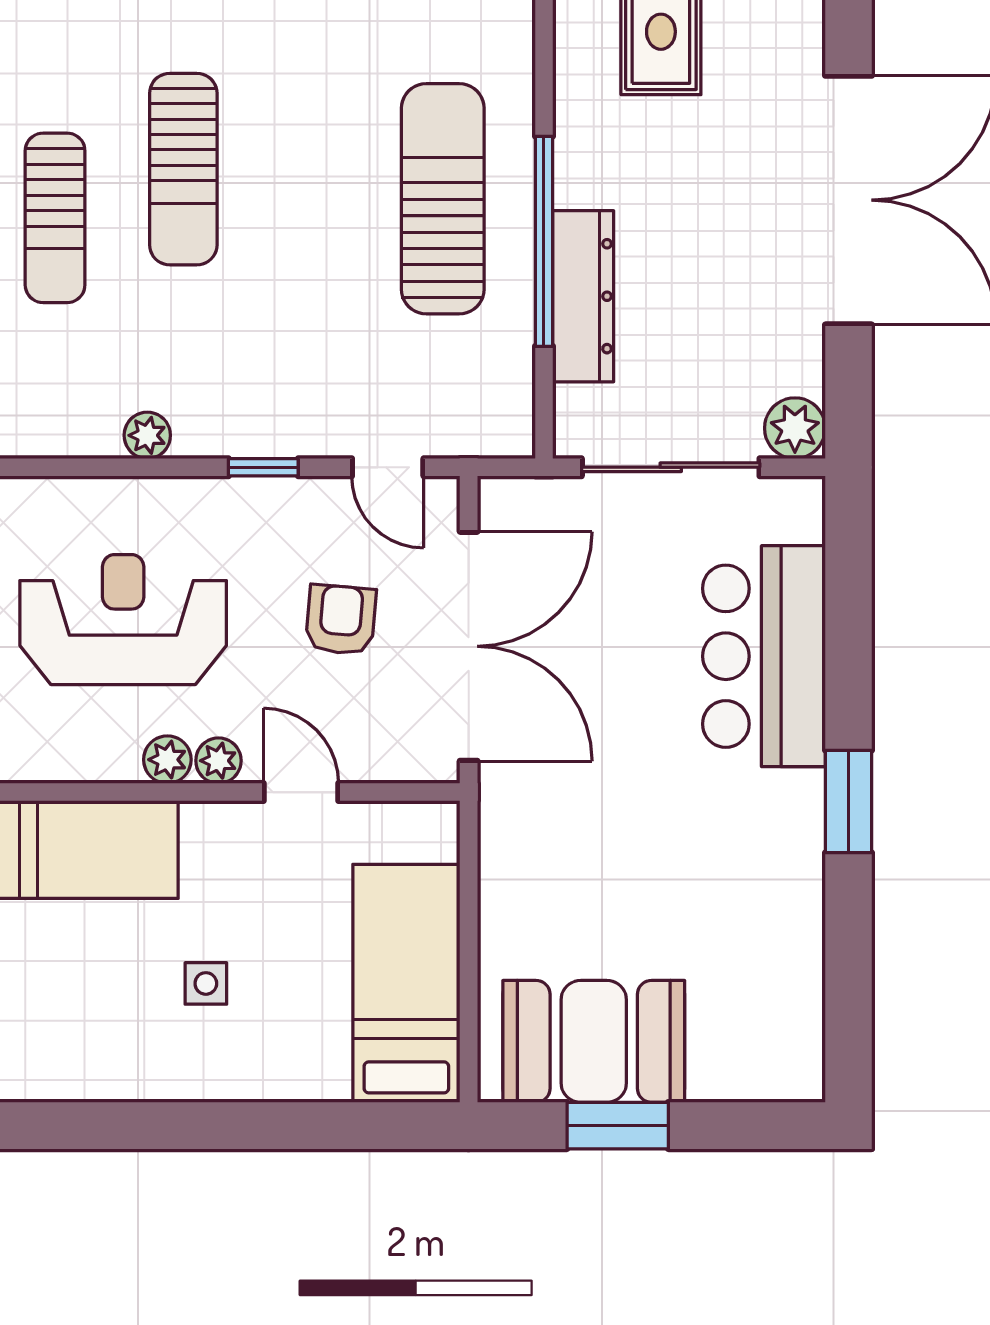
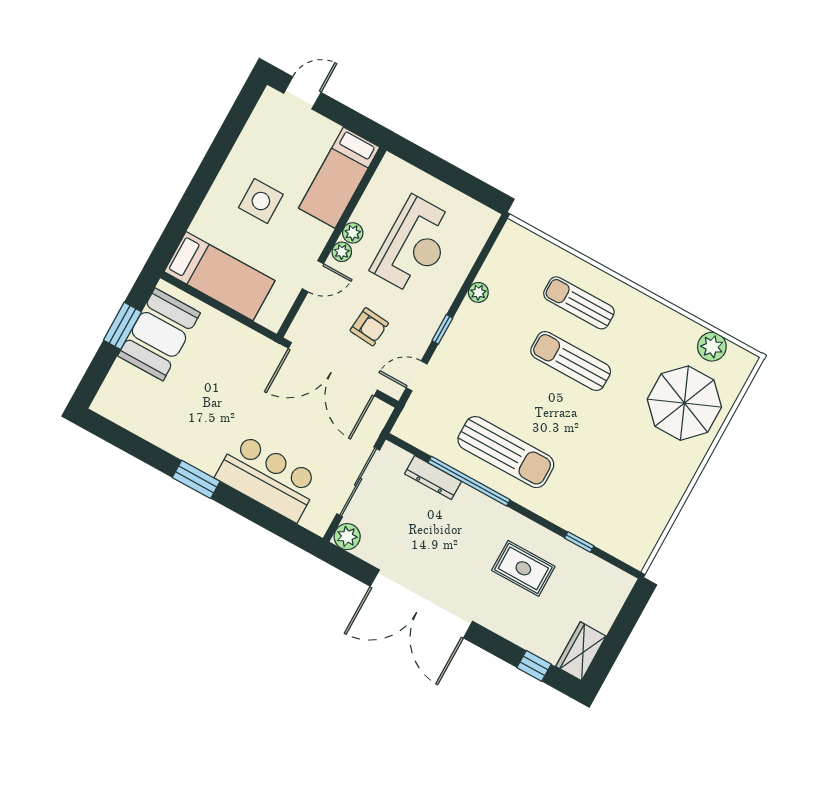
dresser: (583, 296) -> (433, 478), width x0.73, depth x0.80
side table: (206, 983) -> (261, 201), width x1.87, depth x1.87

